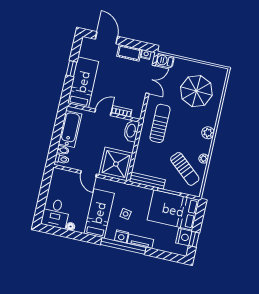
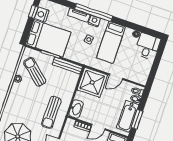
window: (59, 126) -> (137, 119), added
plant: (208, 133) -> (12, 100), removed
door: (89, 174) -> (116, 77), swing flipped

